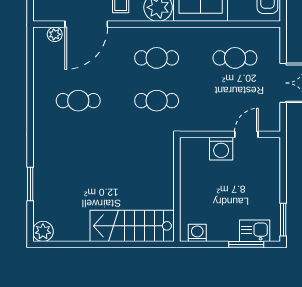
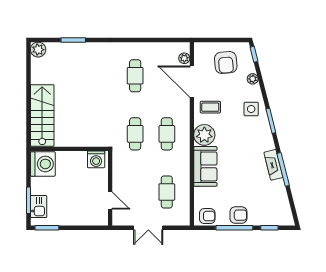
washing machine: (221, 149) -> (96, 159), moved, turned -90
washing machine: (197, 233) -> (43, 164), width x1.89, depth x1.89

